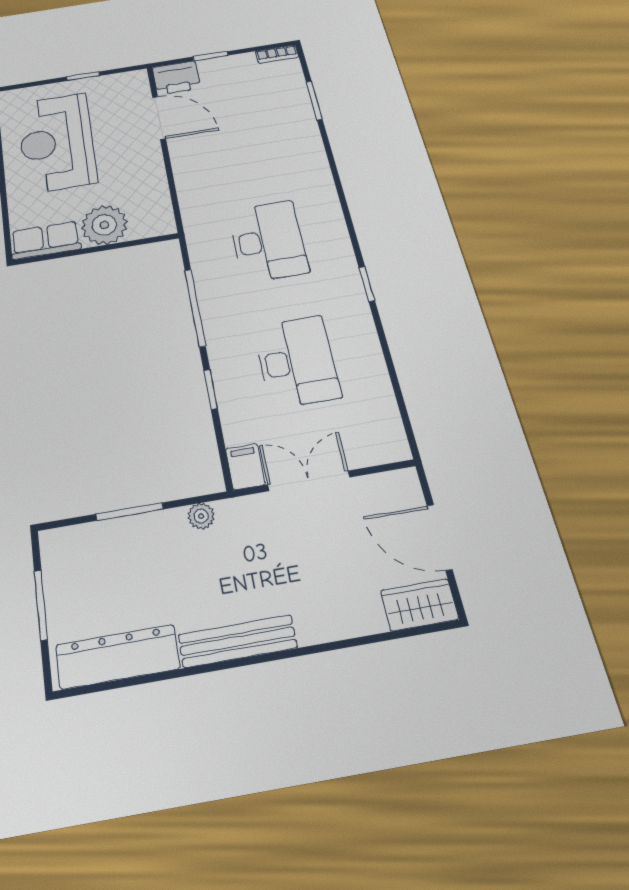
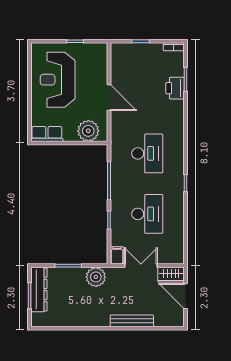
printer: (176, 78) -> (175, 88), moved, turned 90
door: (159, 118) -> (109, 98), moved
plant: (104, 225) -> (88, 131), moved
plant: (201, 516) -> (96, 277), width x1.88, depth x1.88
wardrobe: (419, 605) -> (171, 275), moved, turned 180
bench: (238, 641) -> (132, 321), moved
dresser: (118, 657) -> (39, 289), moved, turned 90

